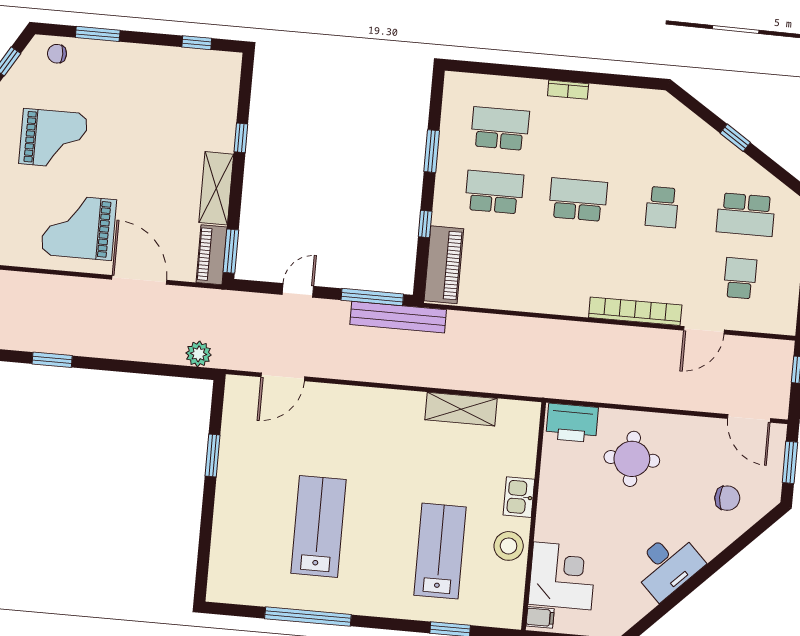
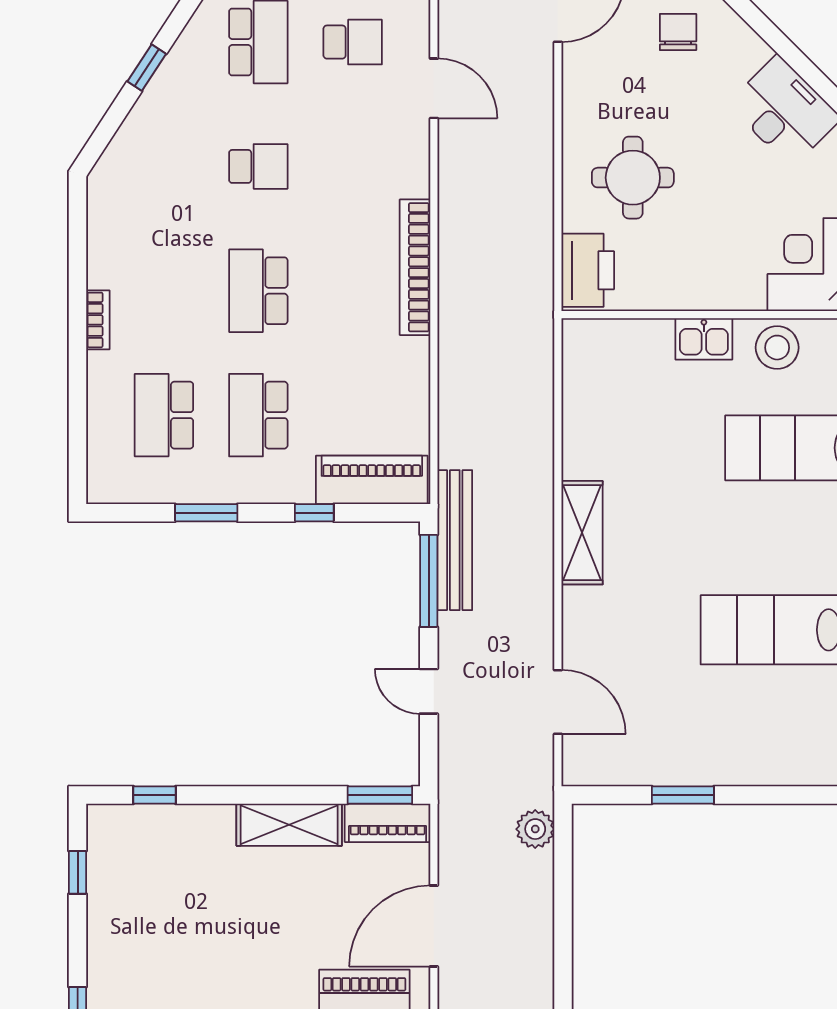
window: (241, 138) -> (154, 795), moved
school desk: (740, 278) -> (353, 42), turned 180
bookcase: (635, 311) -> (415, 267), moved
shelving: (461, 409) -> (582, 533), moved

